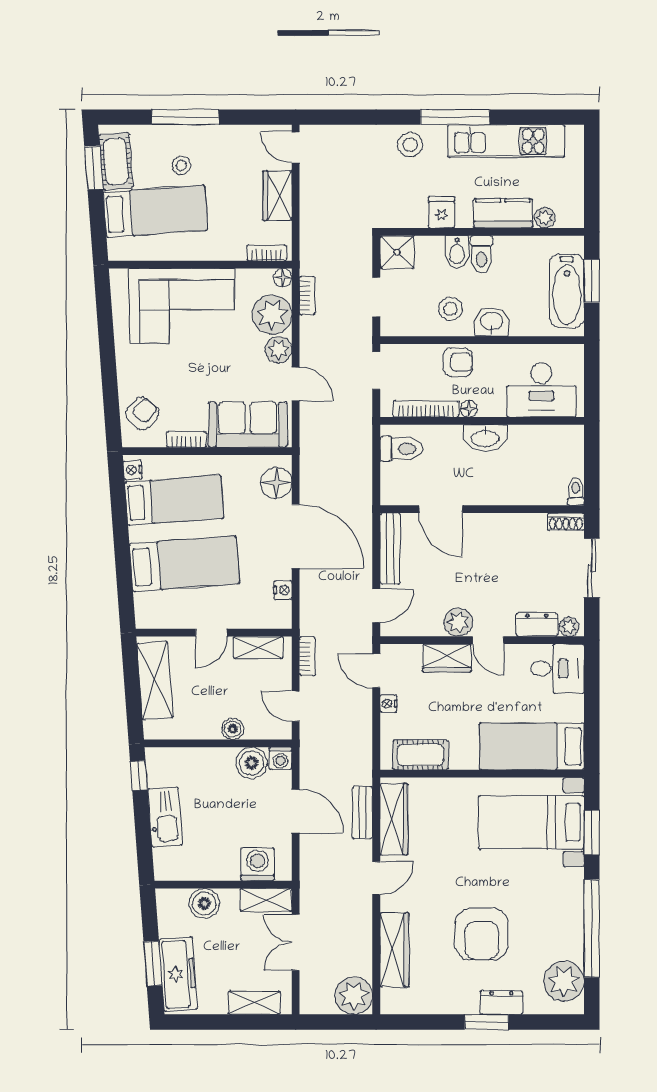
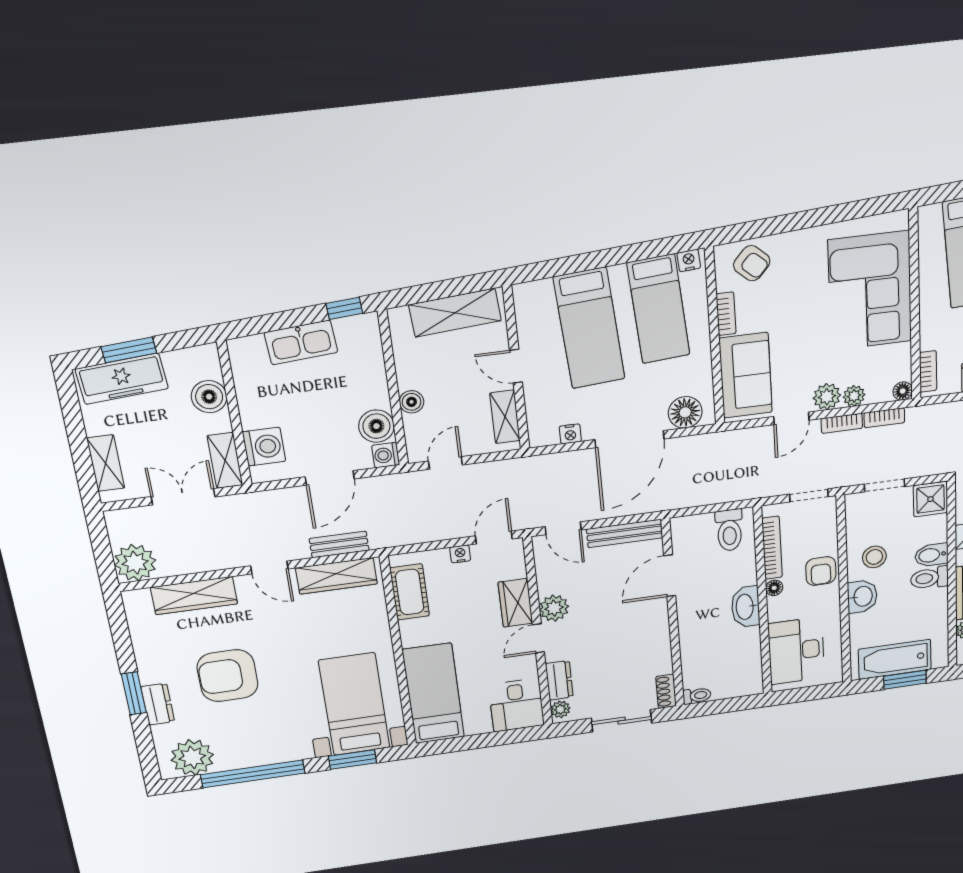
plant: (272, 315) -> (854, 396), width x0.53, depth x0.53
bookcase: (307, 656) -> (842, 423), moved

